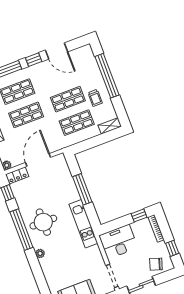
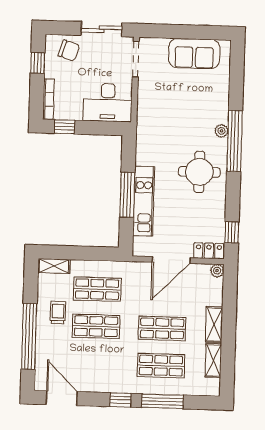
door: (57, 51) -> (62, 398), moved
kitchen unit: (83, 224) -> (144, 201), moved
window: (21, 230) -> (235, 141), moved

